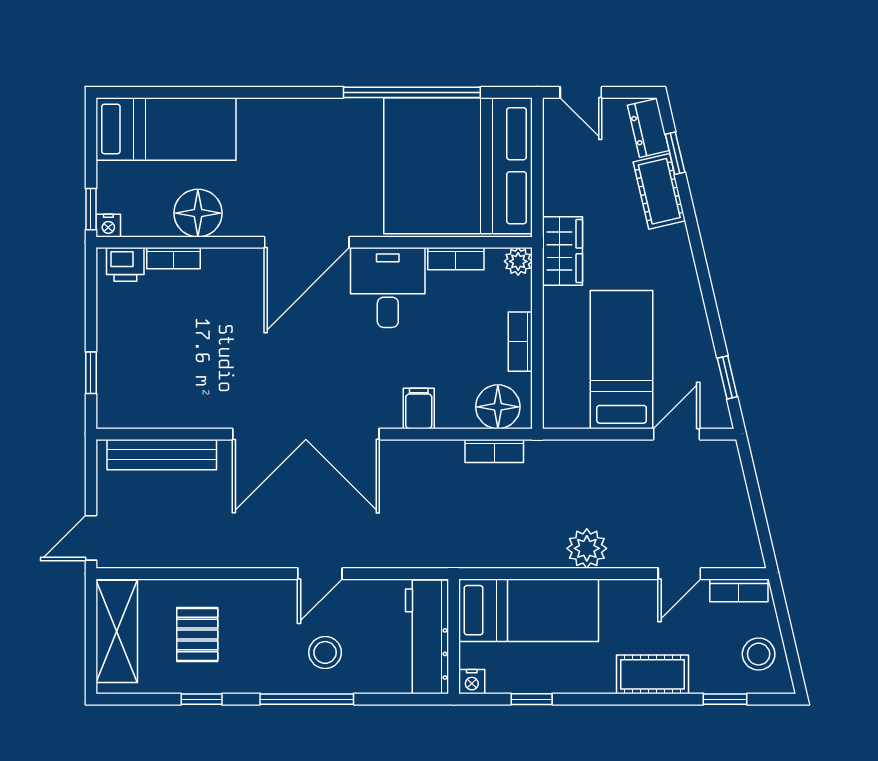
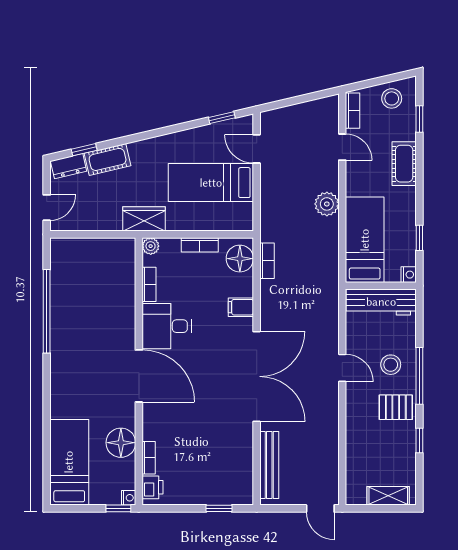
bed: (458, 166) -> (92, 283), removed
shelving: (117, 631) -> (388, 496), width x0.67, depth x0.75
pallet: (197, 635) -> (396, 407), moved

